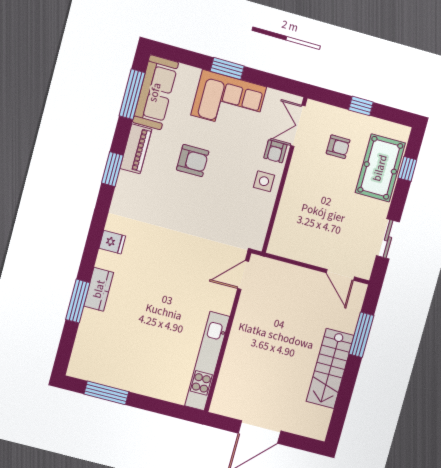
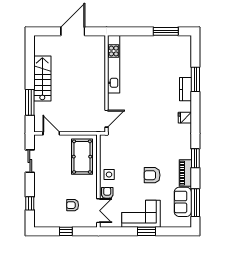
sofa: (155, 92) -> (183, 202), width x0.73
pool table: (380, 168) -> (82, 157), moved

